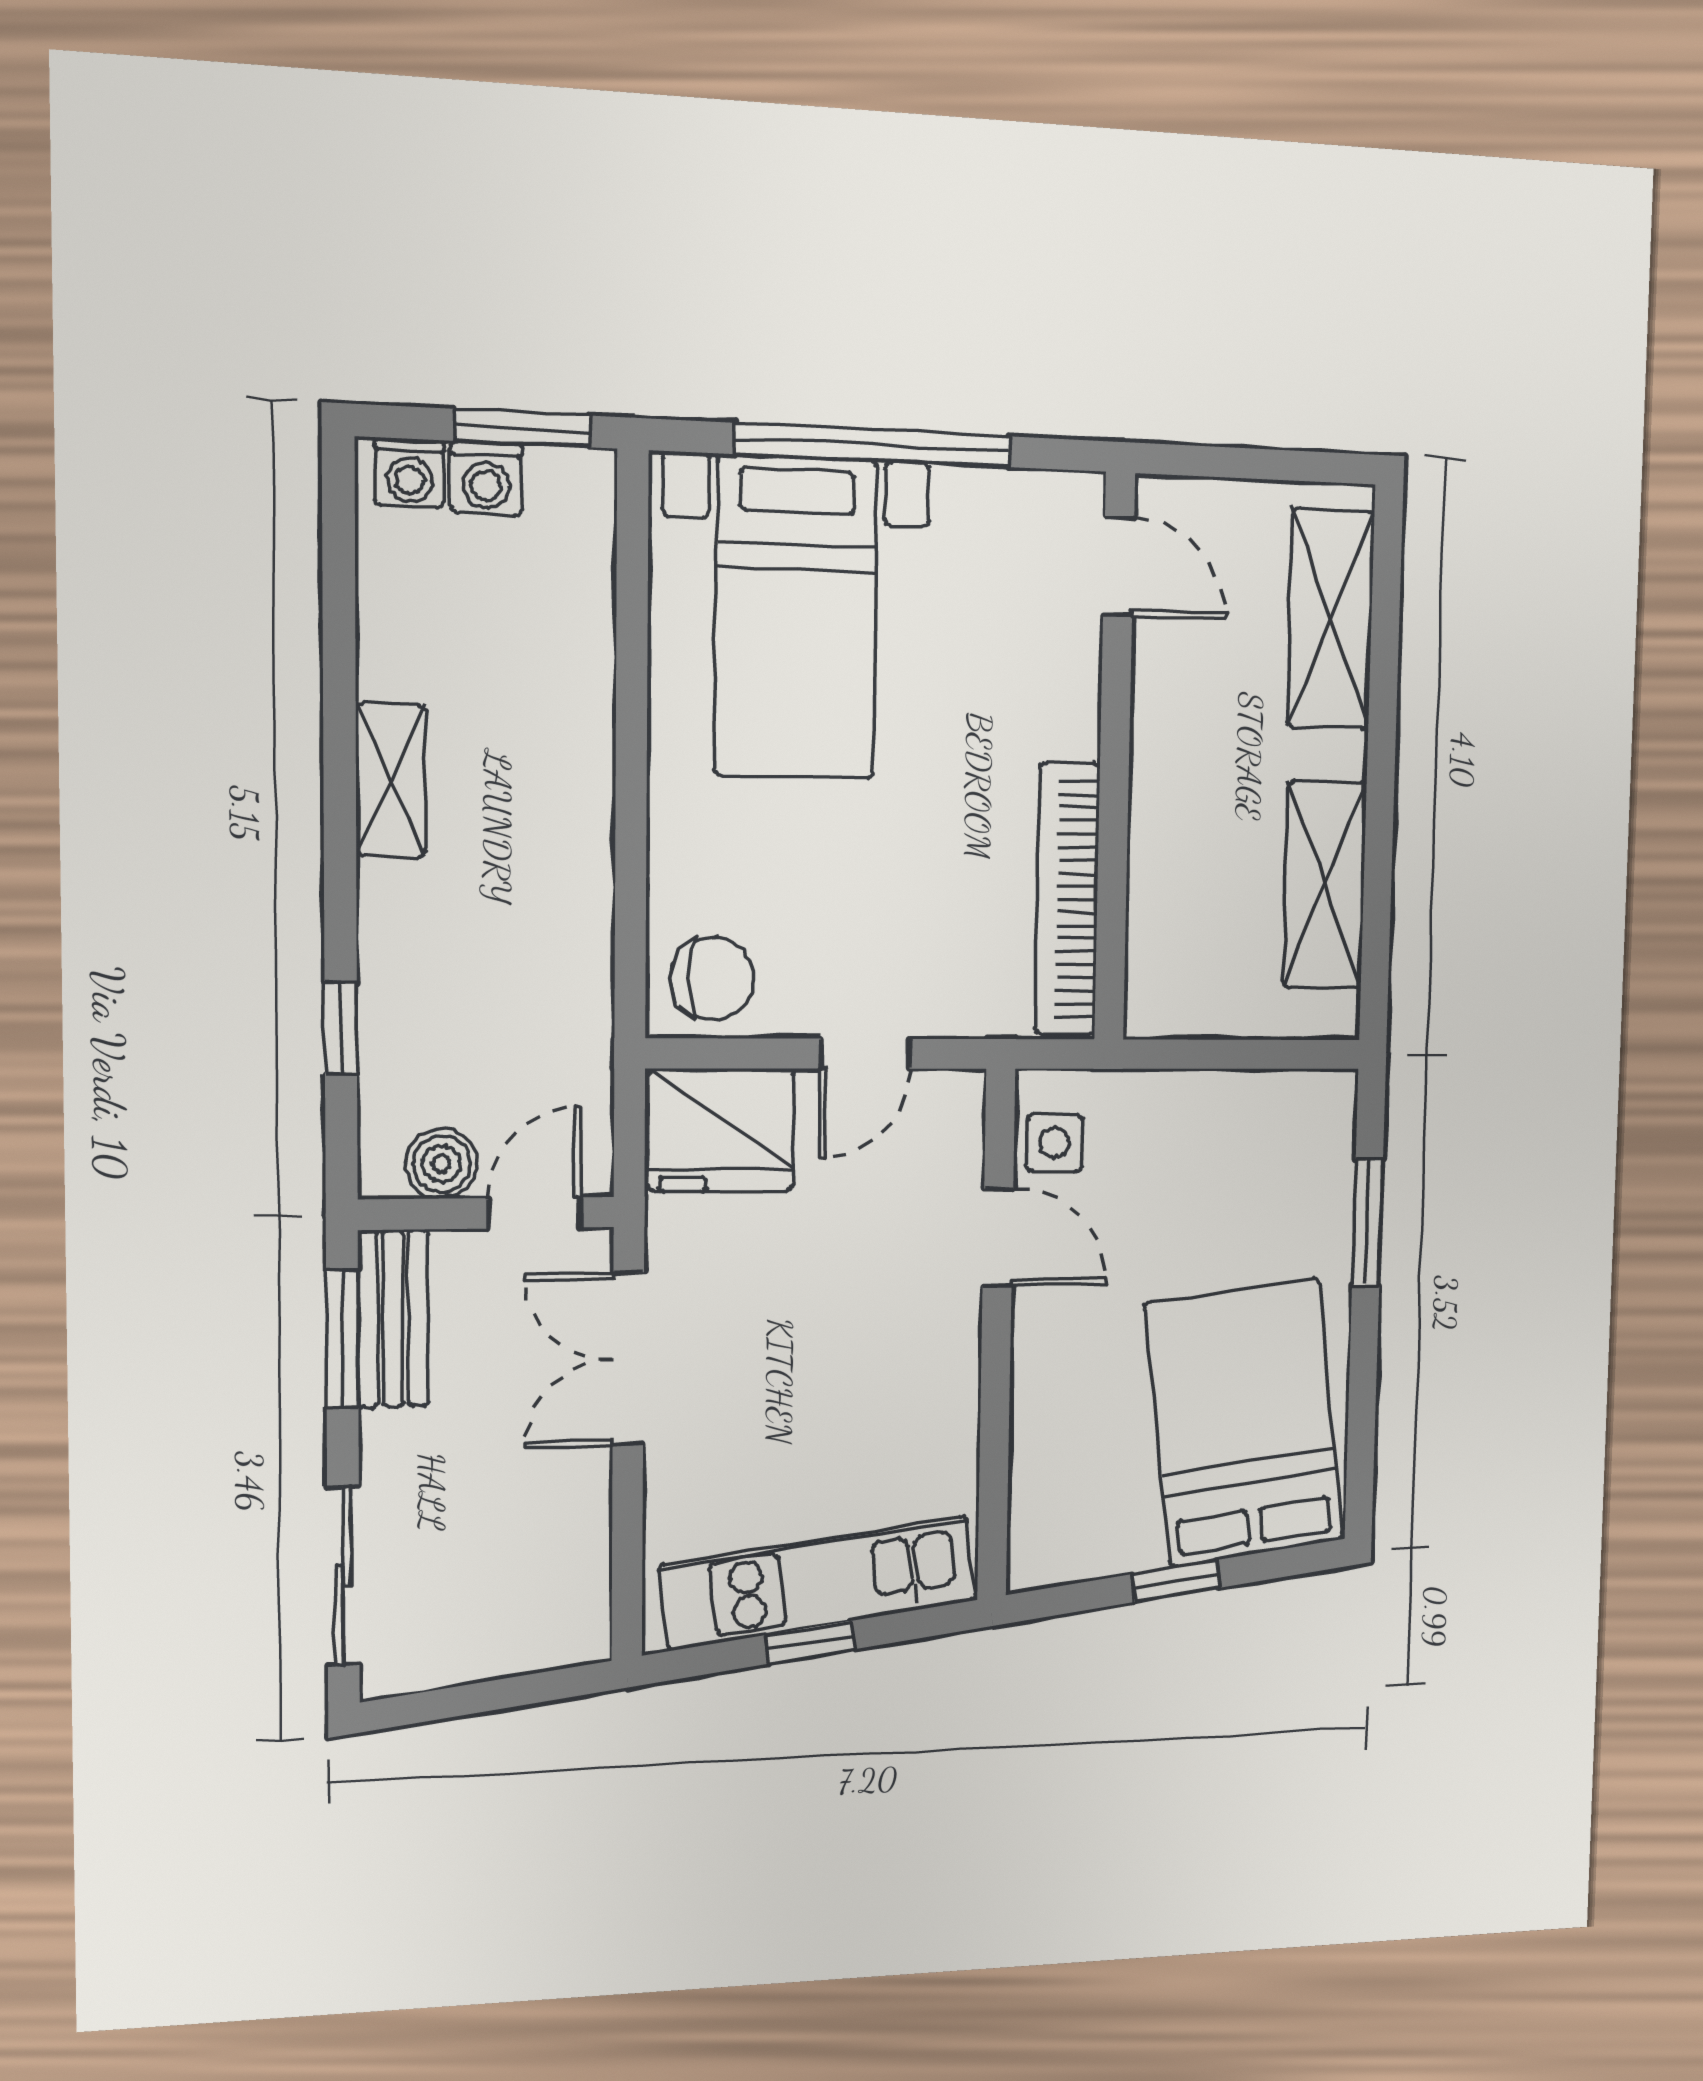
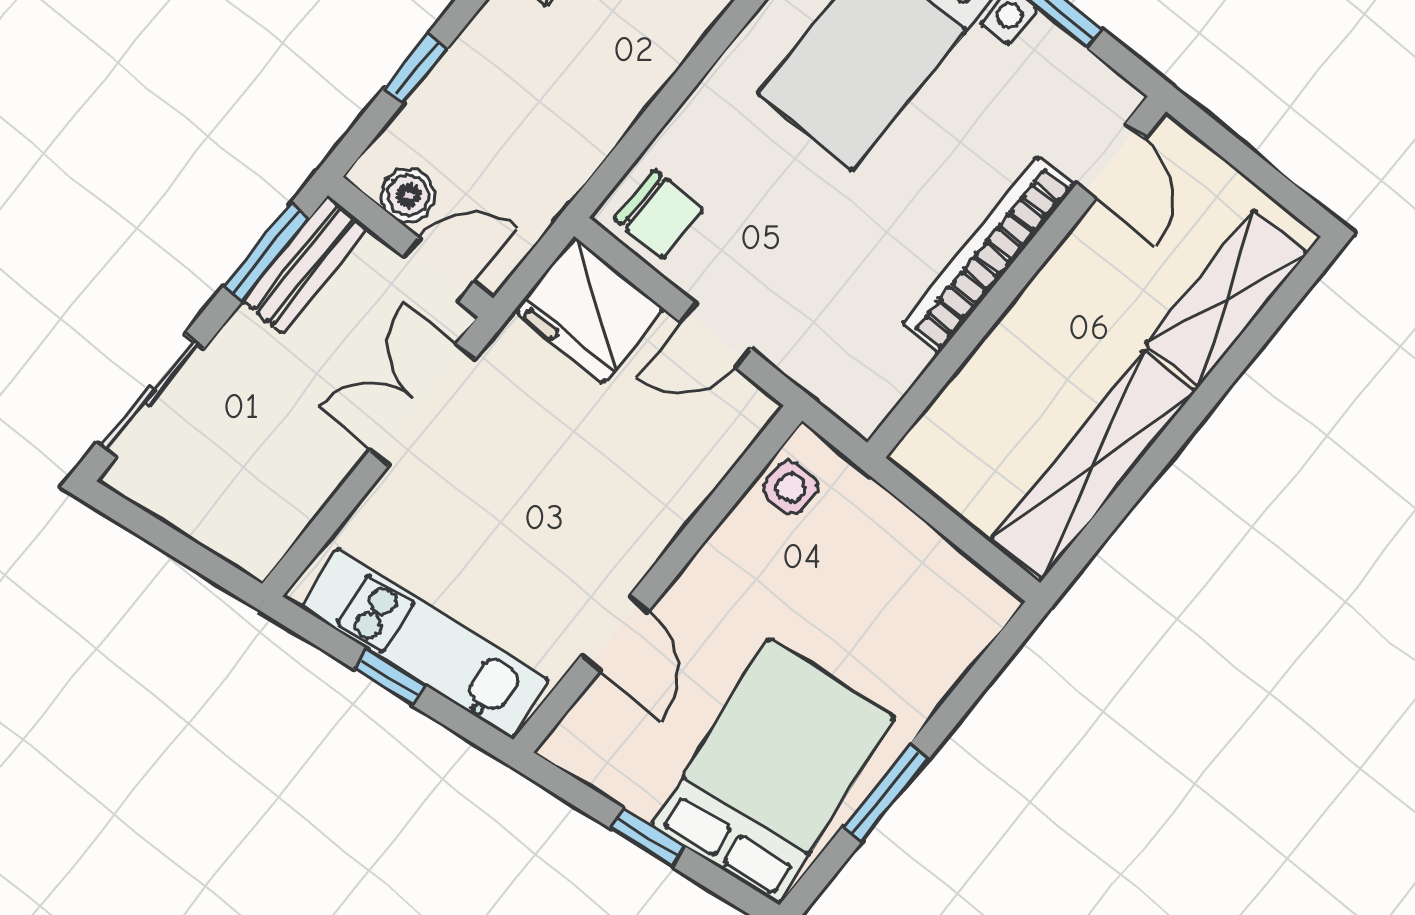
shelving: (1325, 885) -> (1094, 465), width x1.47
bookcase: (1068, 899) -> (988, 255), moved
window: (1367, 1222) -> (886, 793), moved
door: (998, 1237) -> (615, 633), moved

